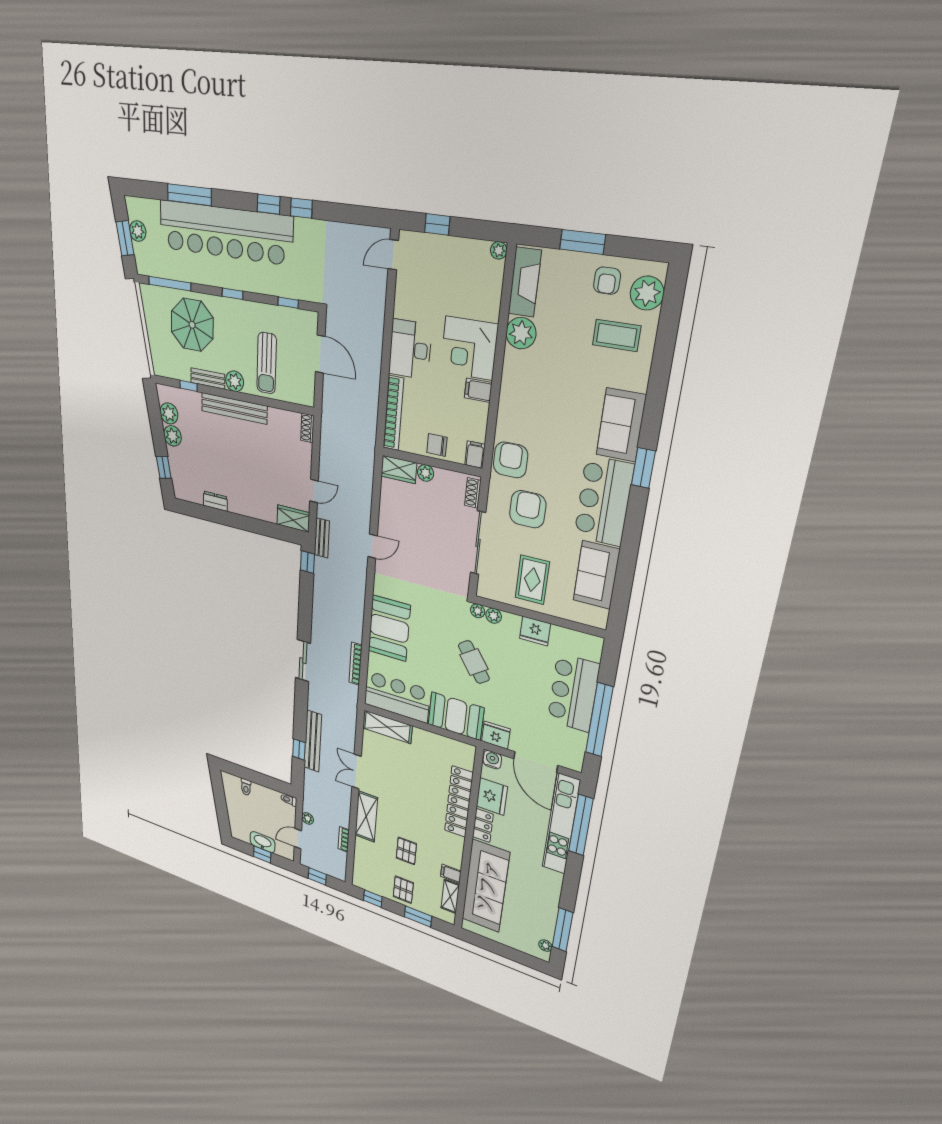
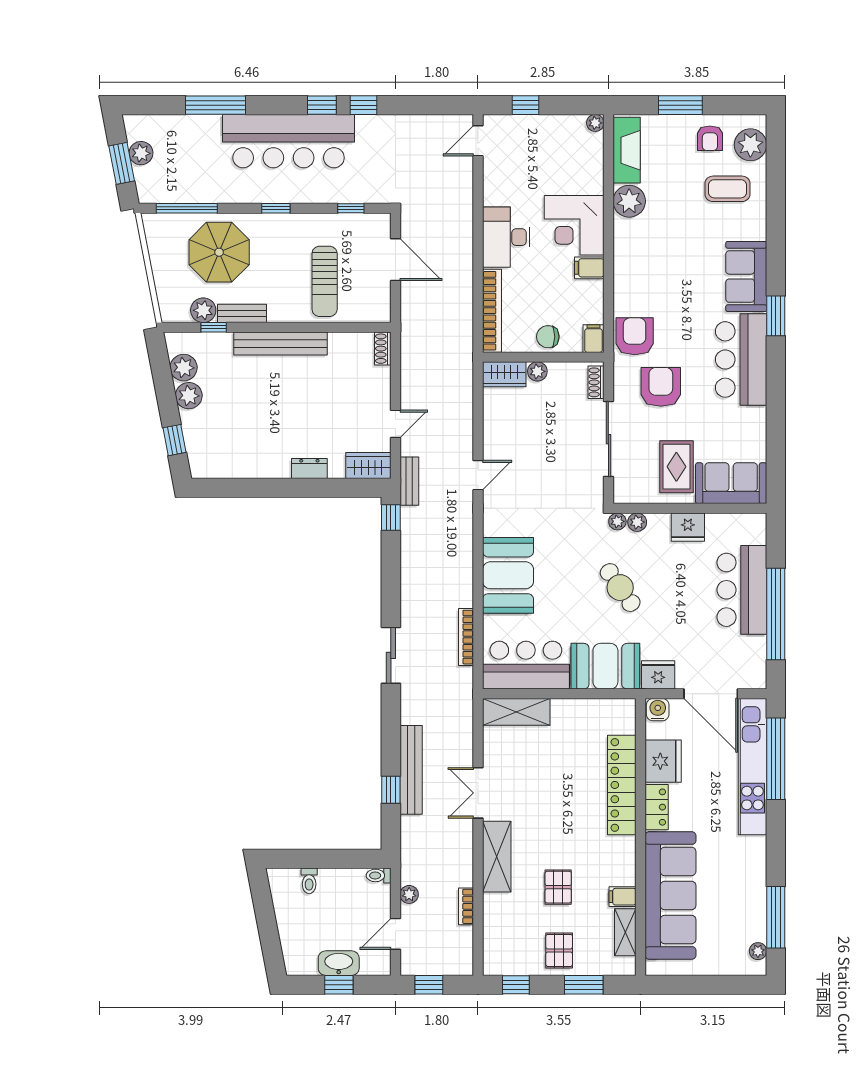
bar counter: (225, 232) -> (289, 141), width x0.73
plant: (235, 381) -> (203, 310), moved
dresser: (215, 501) -> (309, 468), moved
sofa: (596, 575) -> (731, 483), moved, turned 90

